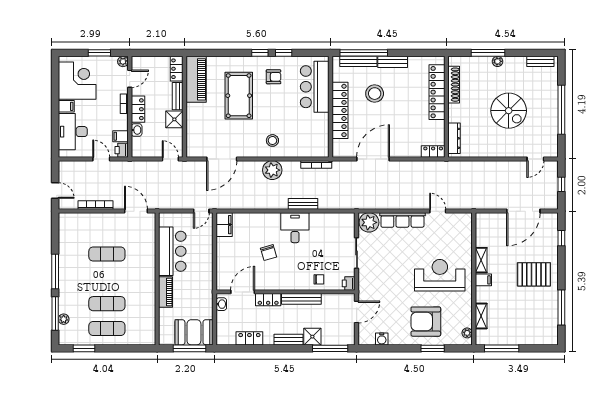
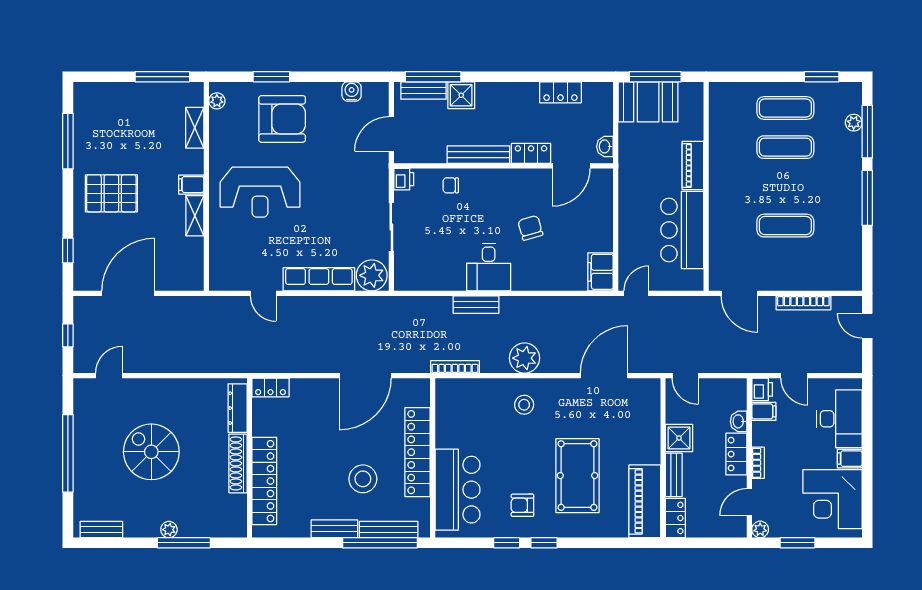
shoe rack: (454, 85) -> (238, 463), moved
bench: (288, 340) -> (423, 91), moved

